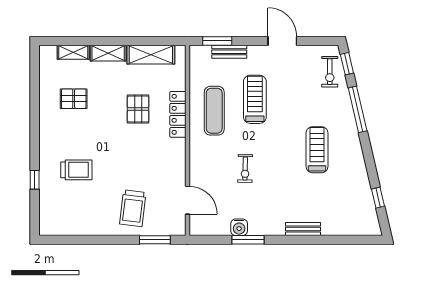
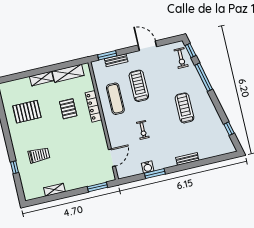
shelving: (73, 52) -> (54, 190), moved
pallet: (74, 99) -> (27, 112), width x1.50, depth x1.42
door: (187, 200) -> (112, 158), hinge flipped
trolley: (133, 208) -> (79, 171), removed

